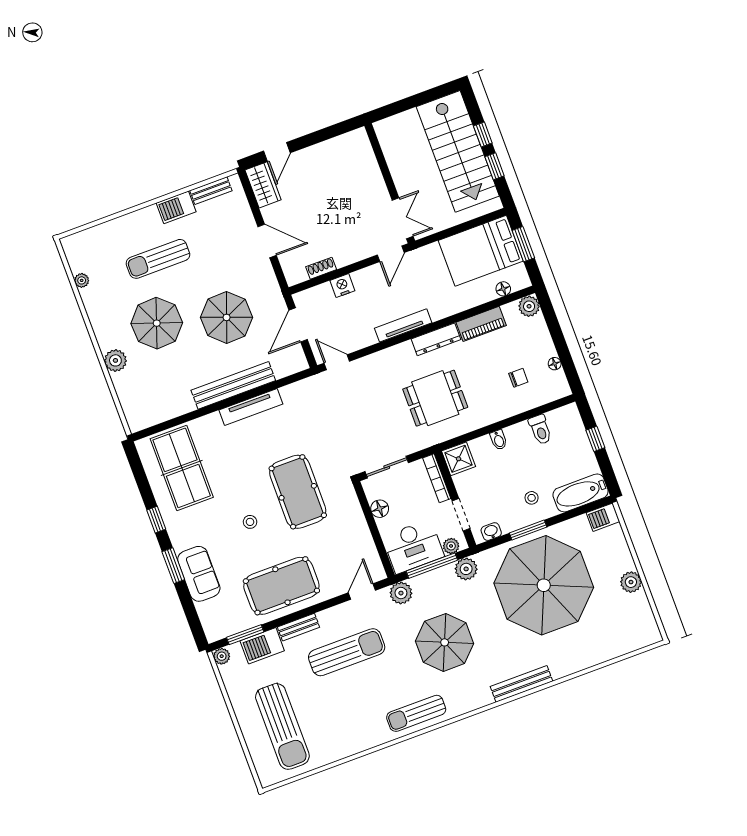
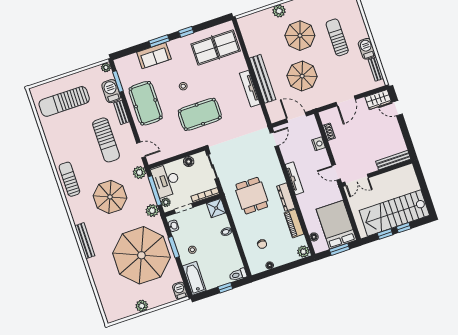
bench: (367, 156) -> (393, 160), added
toilet: (540, 430) -> (238, 275), moved

